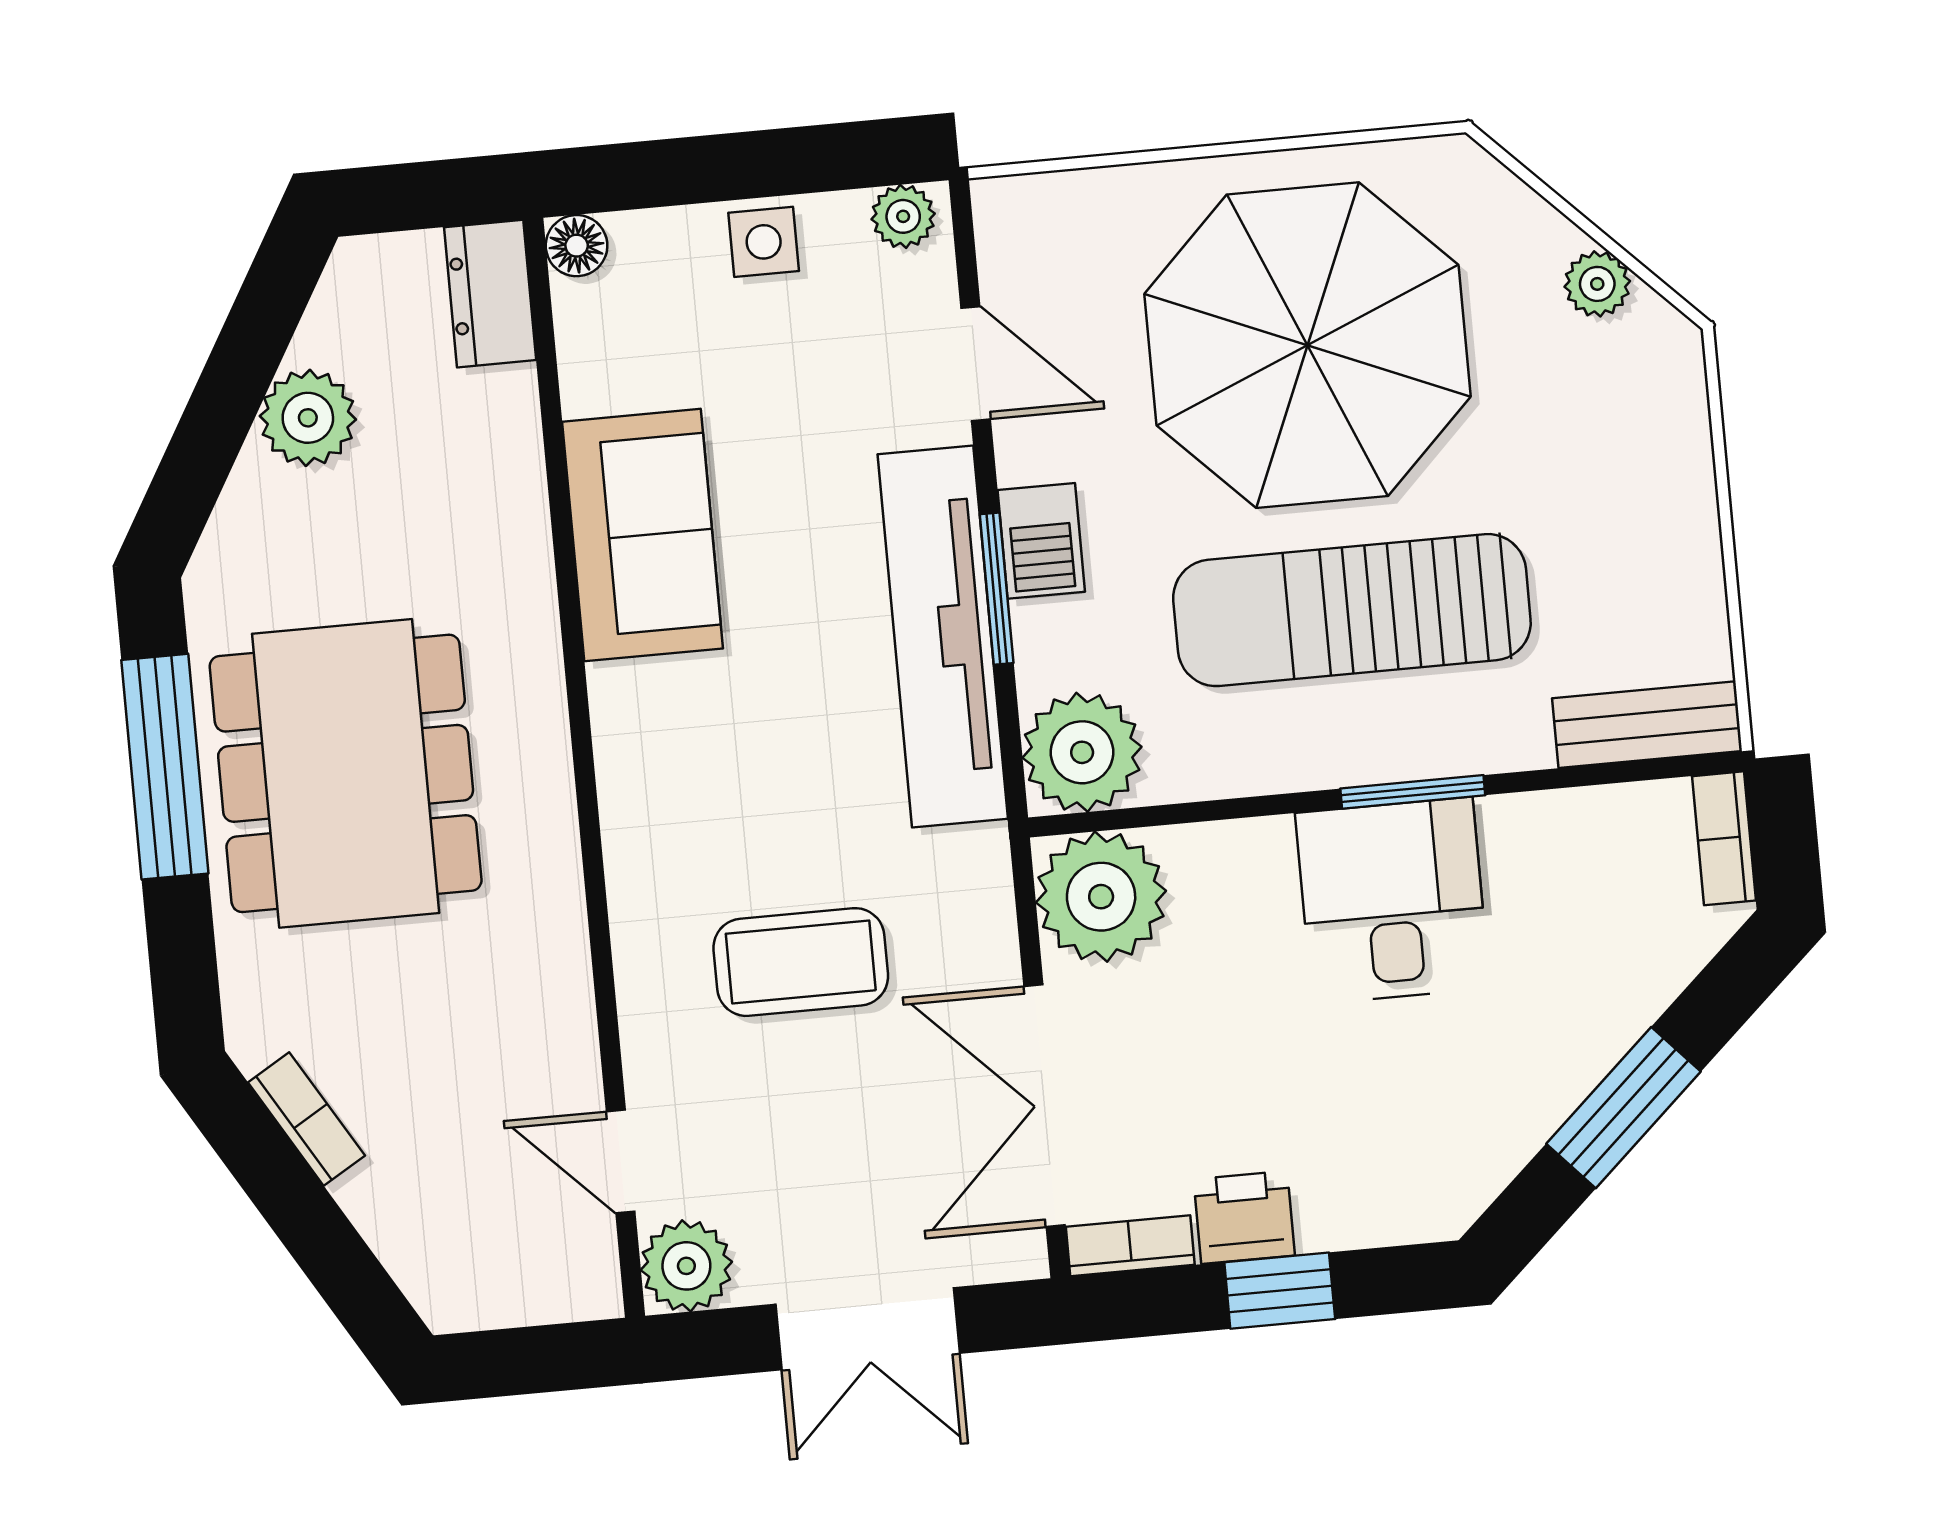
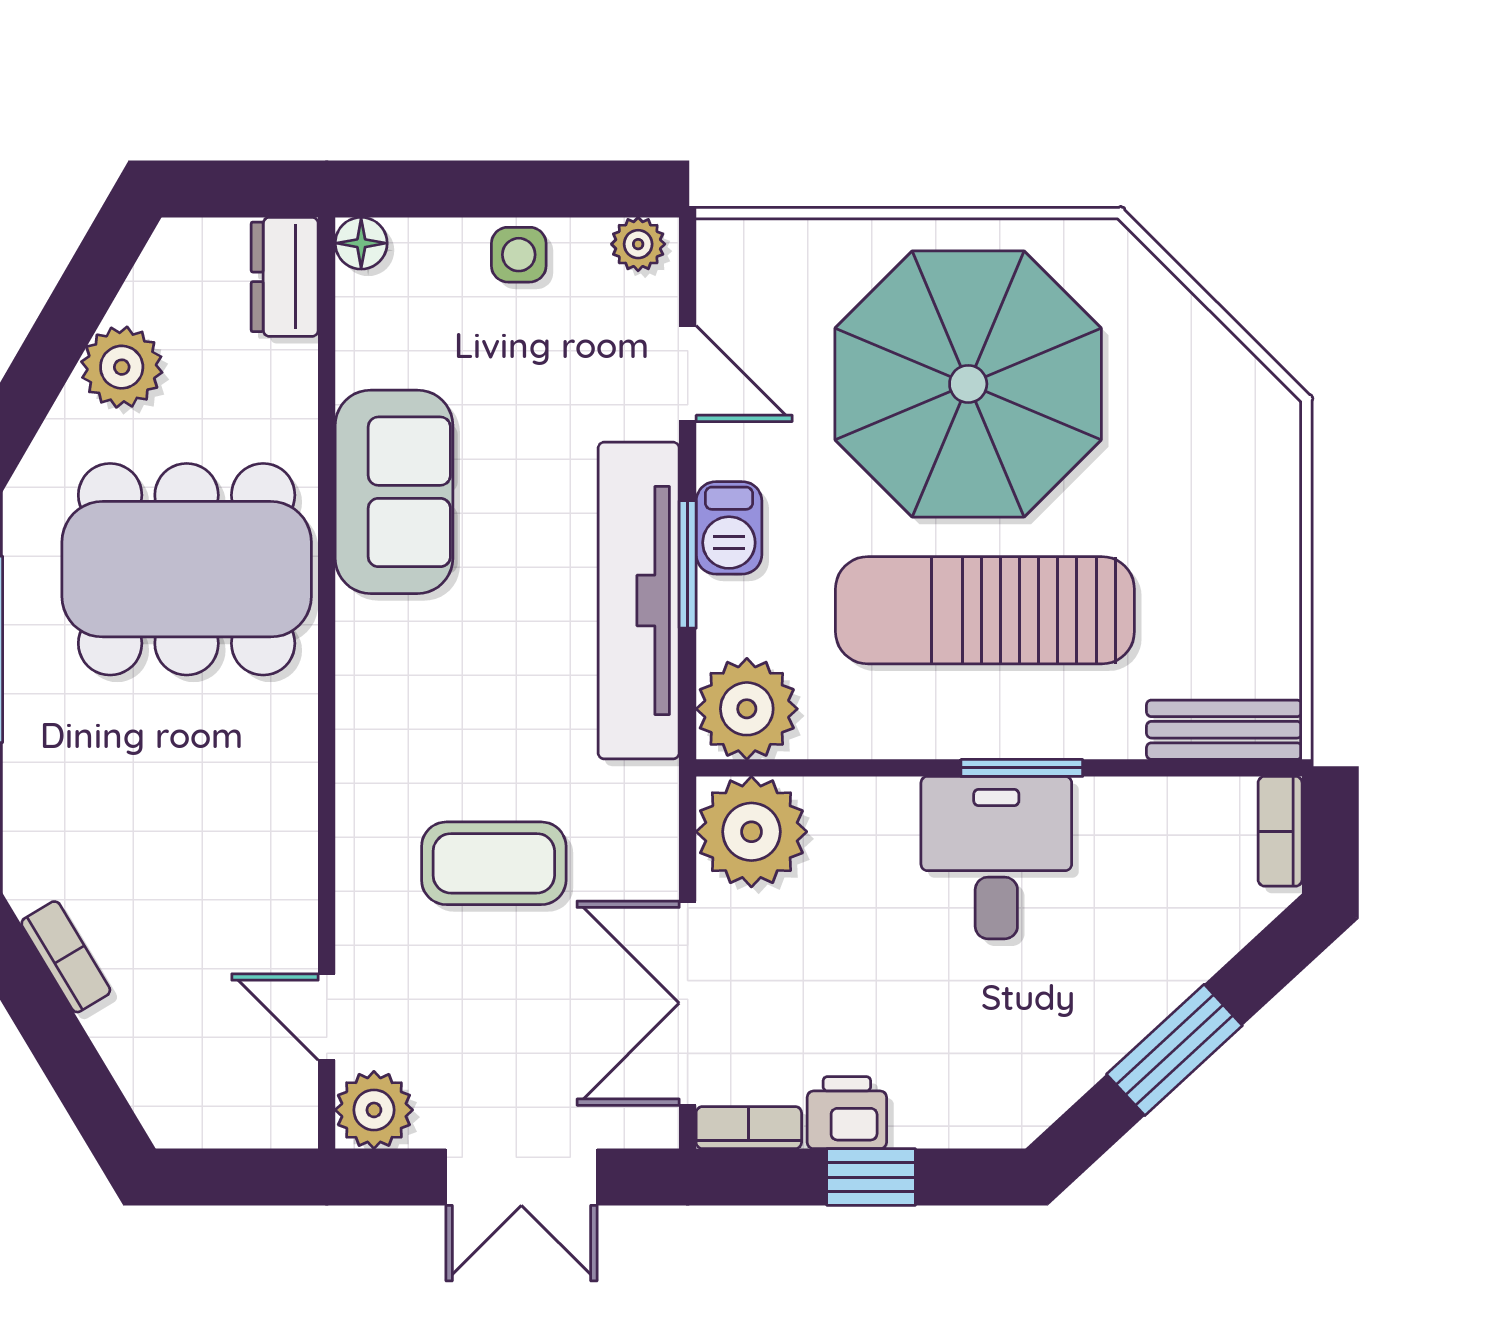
plant: (1597, 284) -> (1217, 355), removed
dining table: (346, 773) -> (187, 569), moved, turned 90

